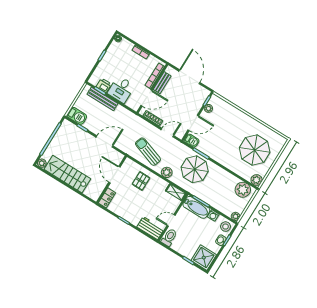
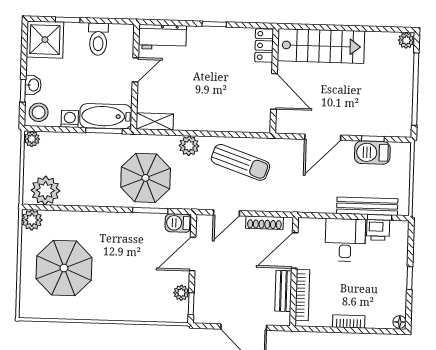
barbecue: (77, 116) -> (372, 153), moved
stairs: (67, 174) -> (321, 46), moved
pallet: (141, 181) -> (224, 107), removed
toilet: (169, 237) -> (98, 39), moved

